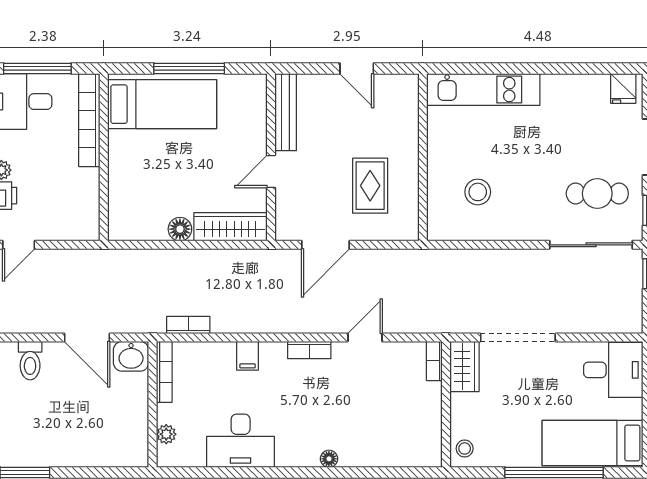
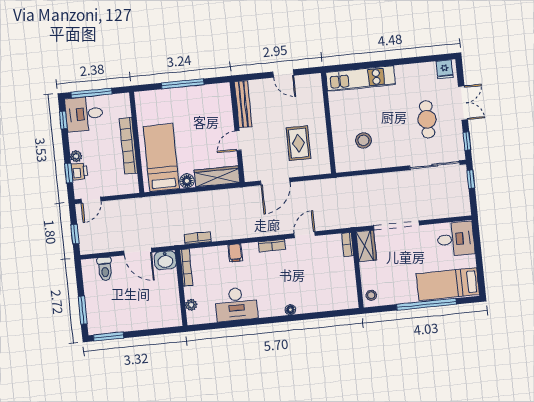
bed: (162, 104) -> (161, 158), moved, turned -90
bookcase: (89, 120) -> (128, 146), moved
cafe table: (597, 194) -> (427, 119), moved, turned 90

